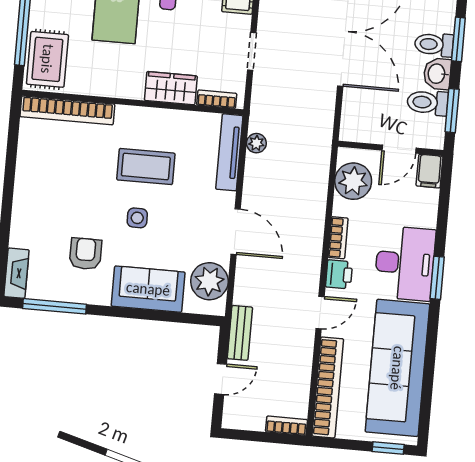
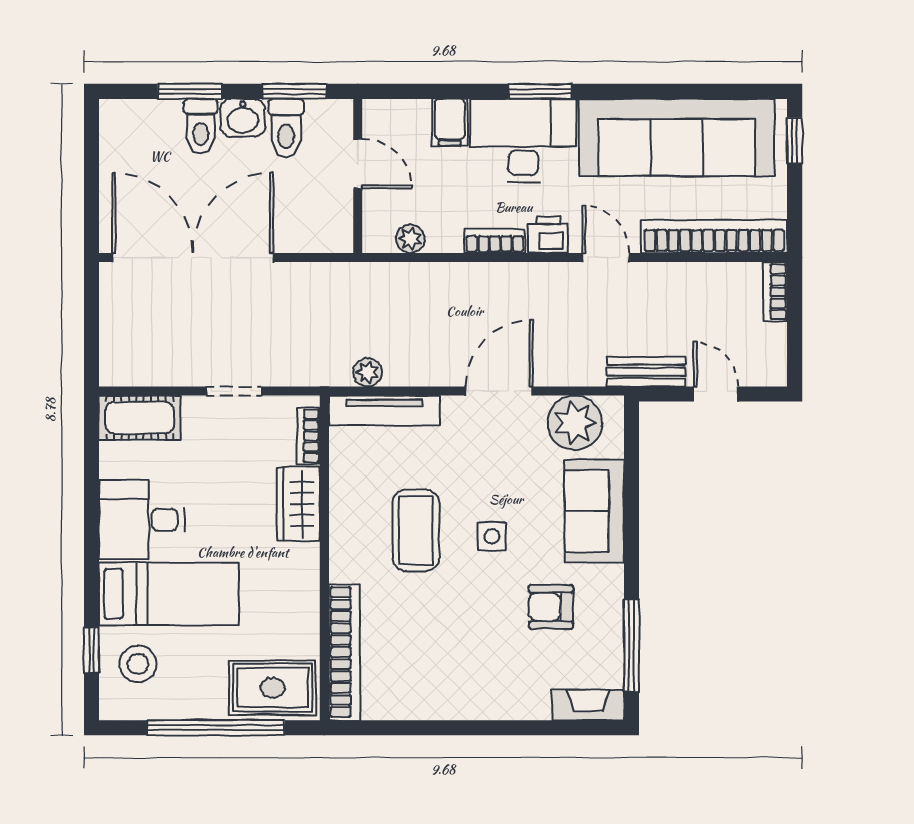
filing cabinet: (429, 171) -> (450, 122), moved, turned 90
plant: (353, 181) -> (410, 239), width x0.53, depth x0.53

